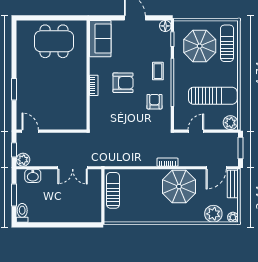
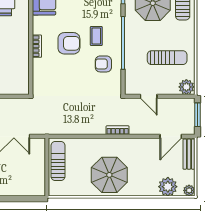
coffee table: (158, 71) -> (96, 36), moved
sun lounger: (213, 96) -> (167, 58), width x0.73, depth x0.75
armchair: (154, 102) -> (103, 64), turned -90
door: (196, 131) -> (149, 96), swing flipped
parasol: (179, 187) -> (109, 175), moved

